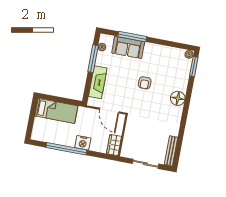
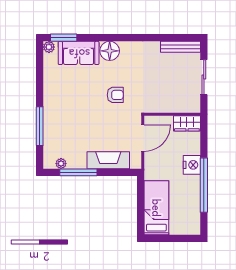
sofa: (128, 47) -> (79, 53), moved, turned 90
armchair: (145, 83) -> (115, 95), moved

